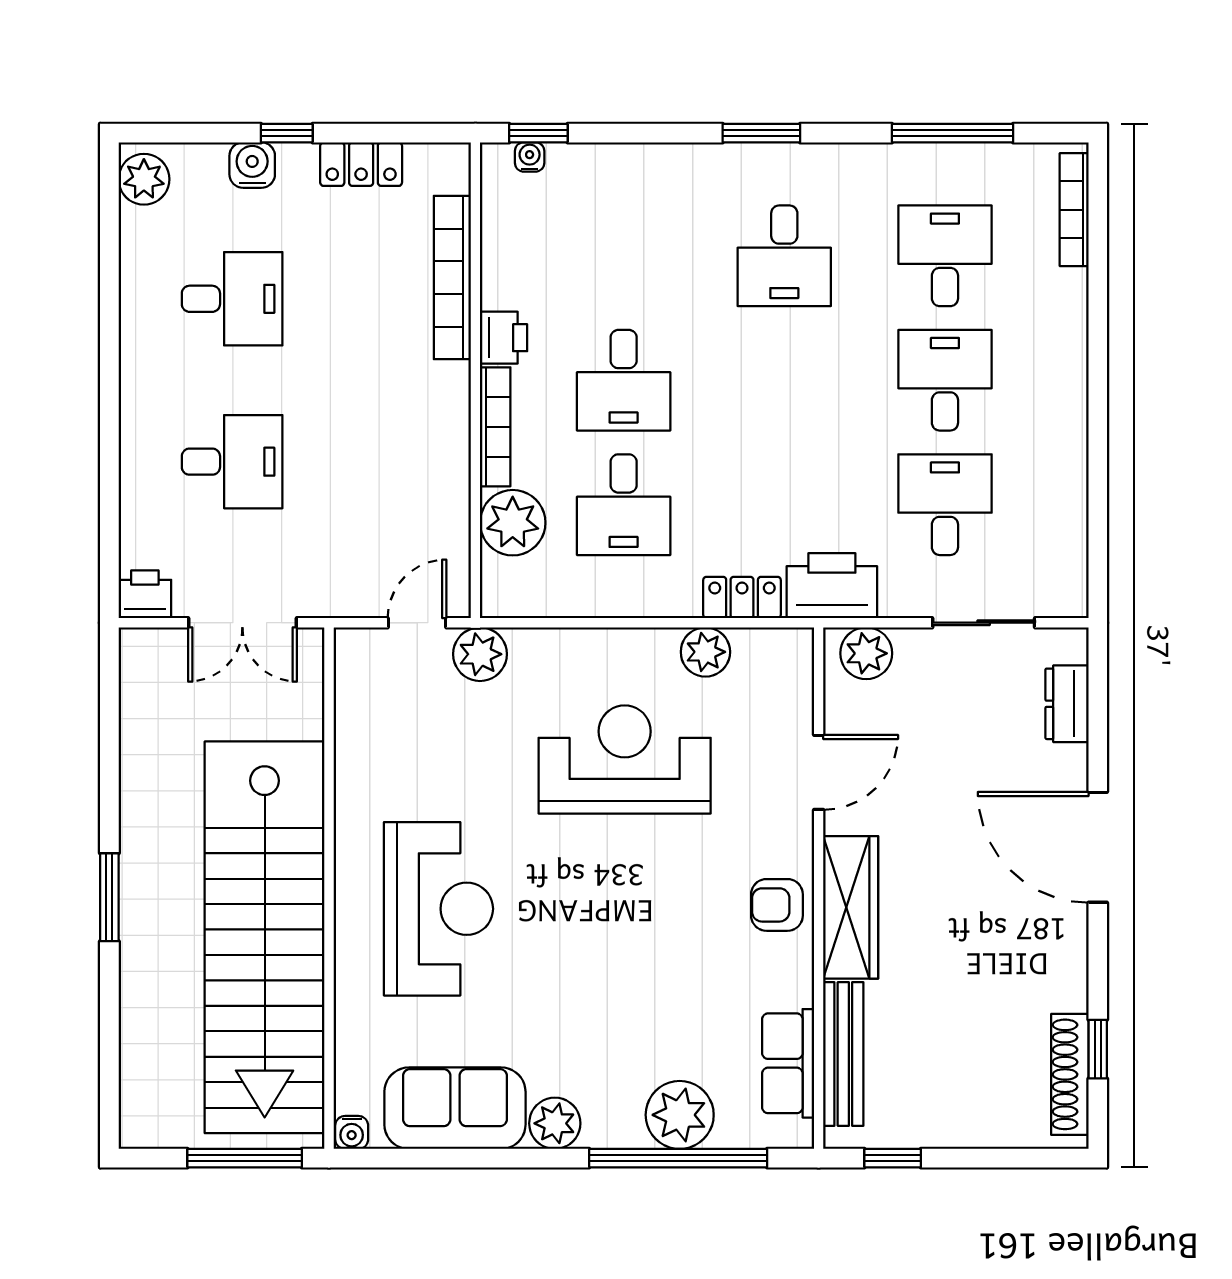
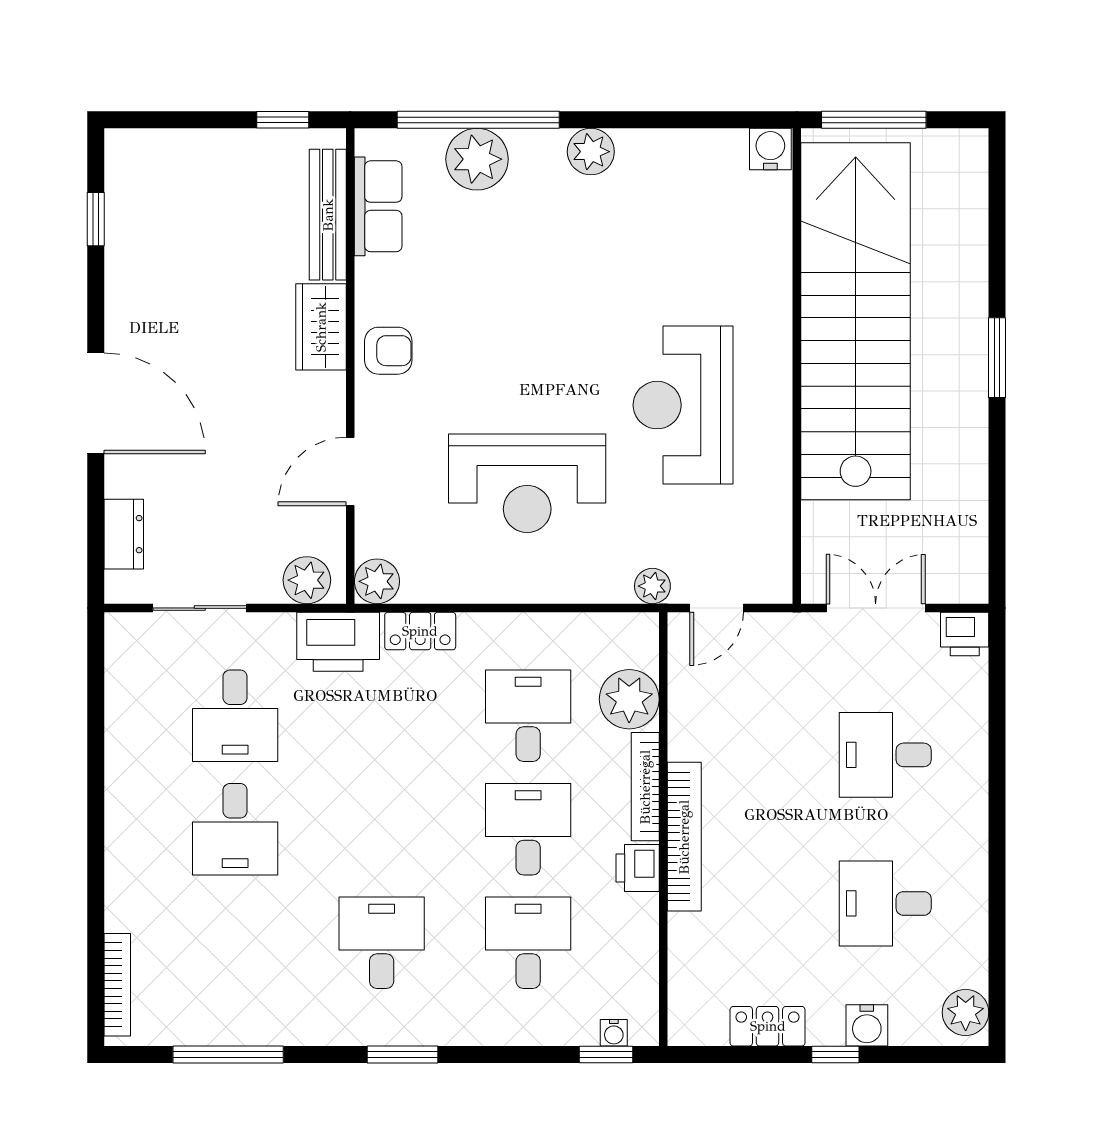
desk: (945, 256) -> (528, 943), moved, turned 180
bookcase: (452, 278) -> (684, 837), moved
plant: (705, 652) -> (377, 581), moved
plant: (480, 654) -> (652, 586), width x0.73, depth x0.73
wardrobe: (851, 907) -> (321, 327), width x0.67
reception desk: (438, 909) -> (683, 405), moved
shoe rack: (1070, 1074) -> (121, 196), removed
sofa: (455, 1108) -> (682, 165), removed
water cooler: (352, 1132) -> (770, 149), width x1.38, depth x1.38

